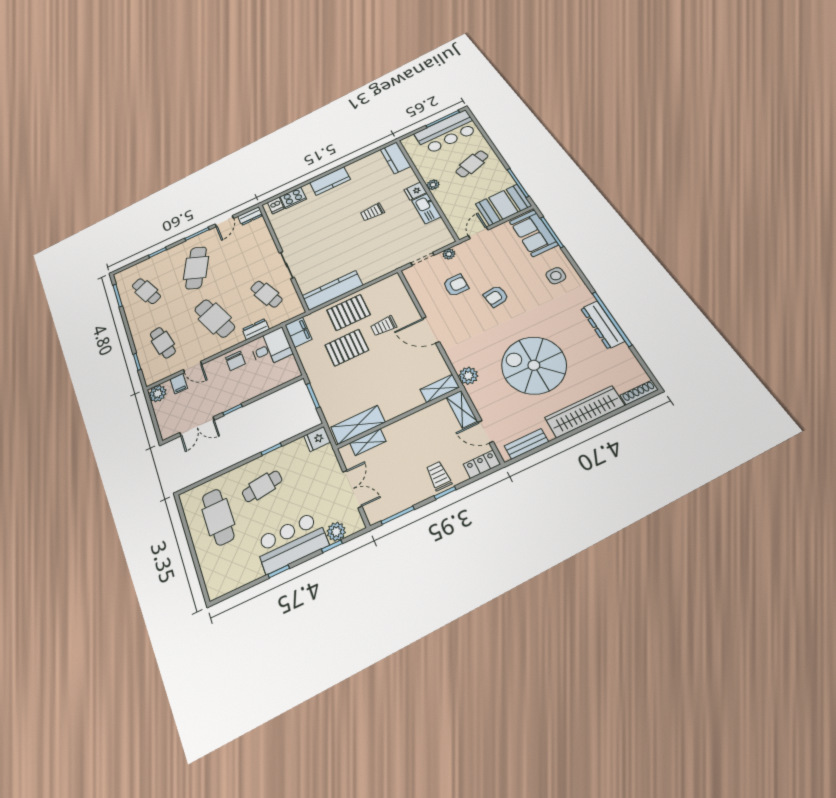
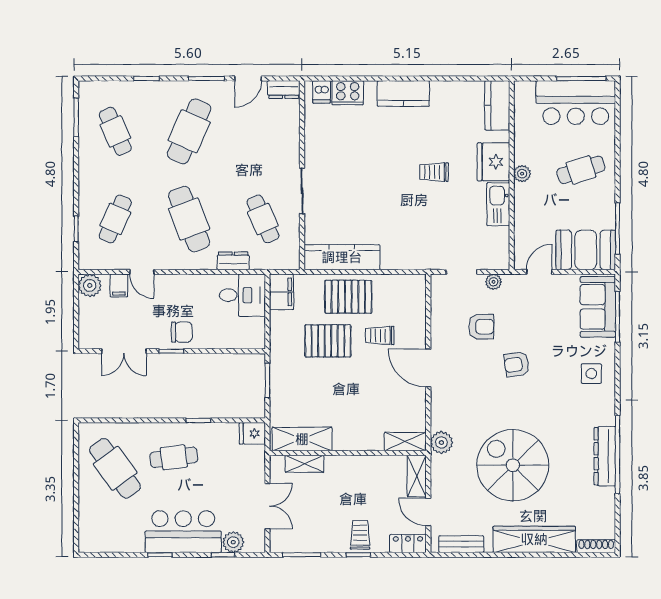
fridge: (415, 191) -> (493, 162), width x1.88, depth x1.34
cafe table: (163, 343) -> (115, 219), turned 36
chair: (235, 361) -> (182, 332), moved, turned -90
cafe table: (218, 517) -> (115, 468), turned -36

